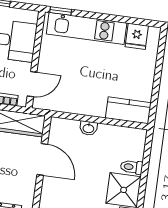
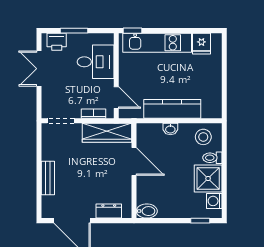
door: (32, 84) -> (116, 97), hinge flipped
kitchen counter: (128, 110) -> (172, 109), moved, width x1.50
stool: (125, 142) -> (203, 137), added

